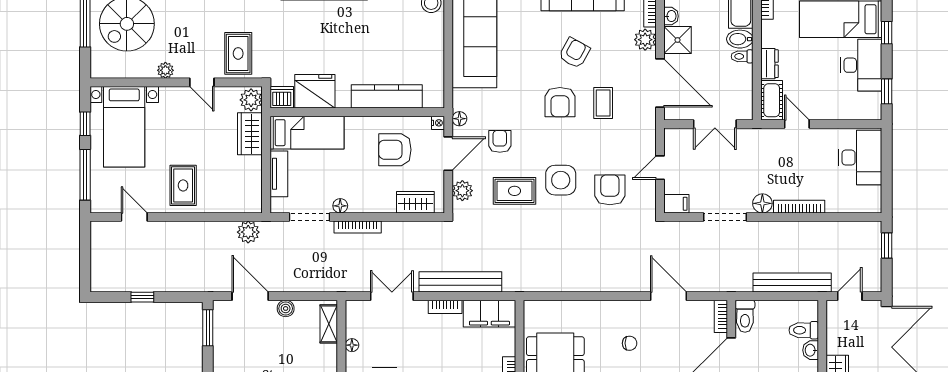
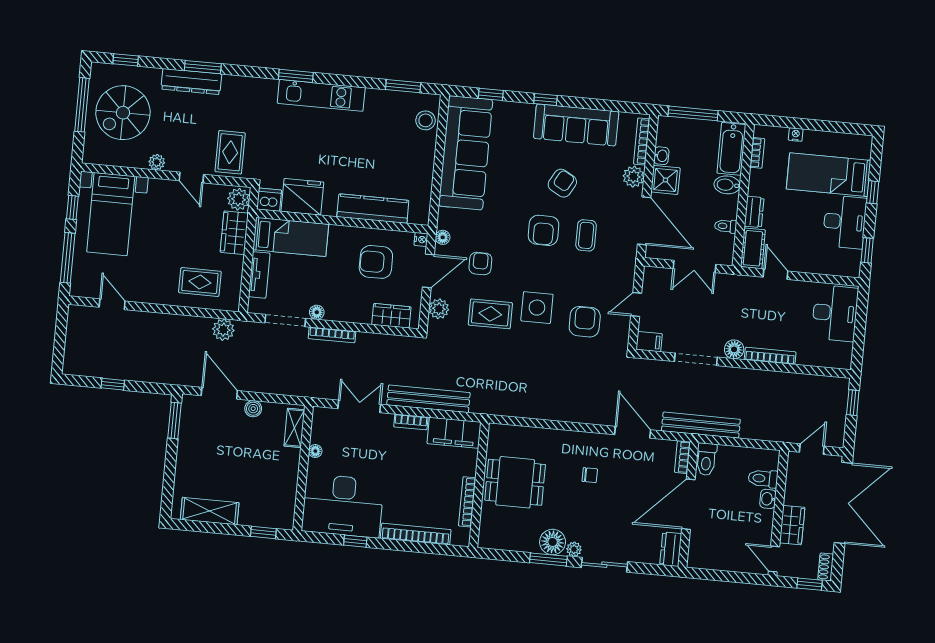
toilet: (742, 56) -> (726, 226), moved
rug: (183, 185) -> (200, 282), moved, turned 90
bench: (792, 283) -> (701, 425), moved

